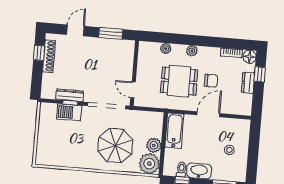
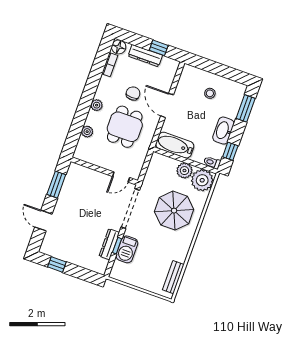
shoe rack: (49, 56) -> (63, 255), removed
window: (260, 74) -> (159, 48), moved
dresser: (248, 83) -> (145, 56), width x1.44
bench: (55, 161) -> (173, 277), added
toilet: (181, 170) -> (212, 163), moved

